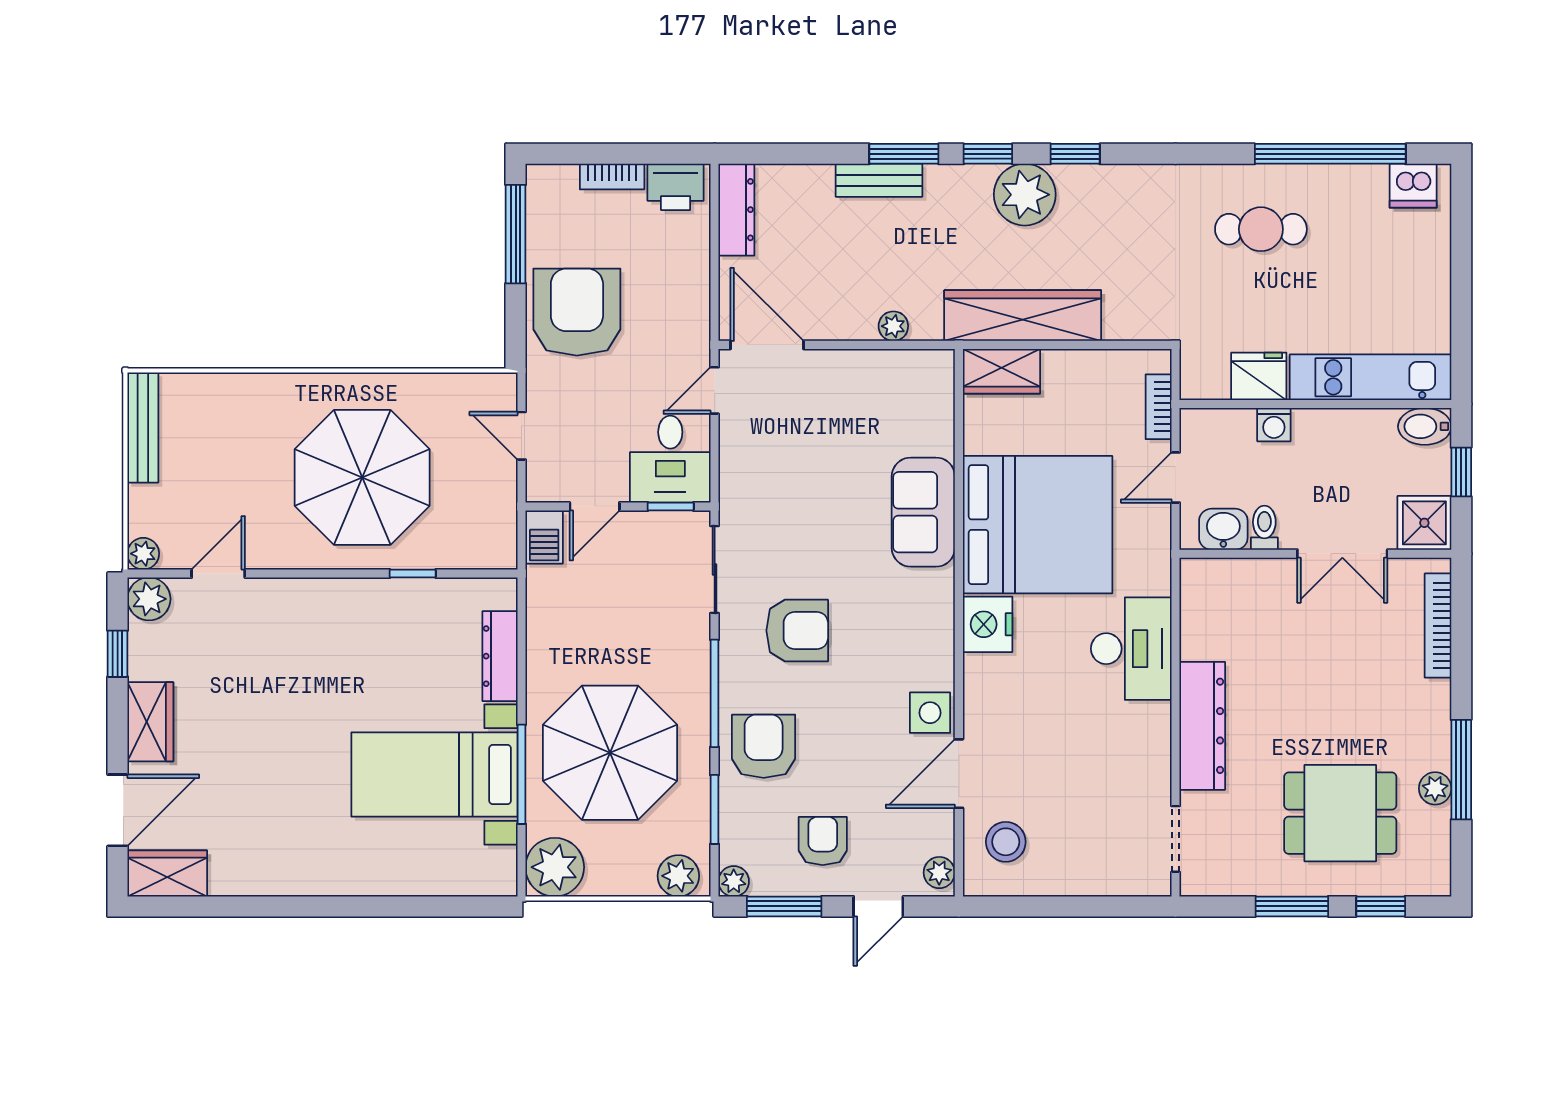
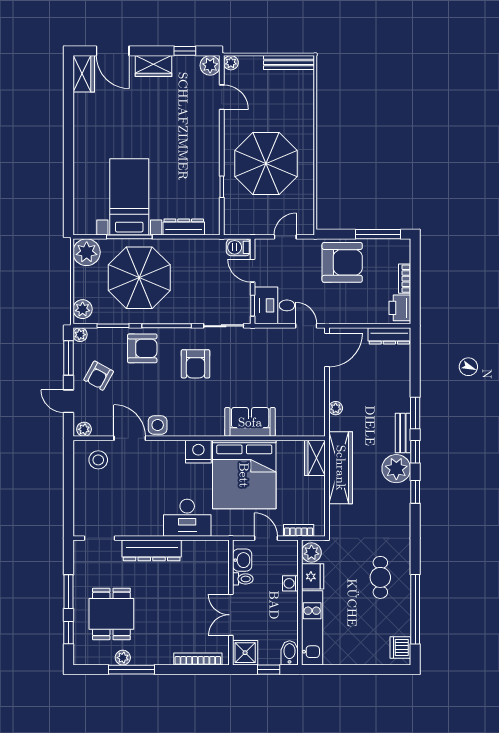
bench: (879, 180) -> (403, 433), moved
plant: (1207, 379) -> (311, 552), added
armchair: (823, 841) -> (99, 376), turned 119

